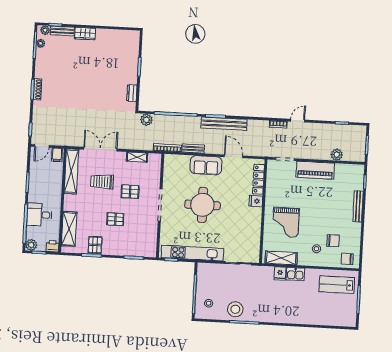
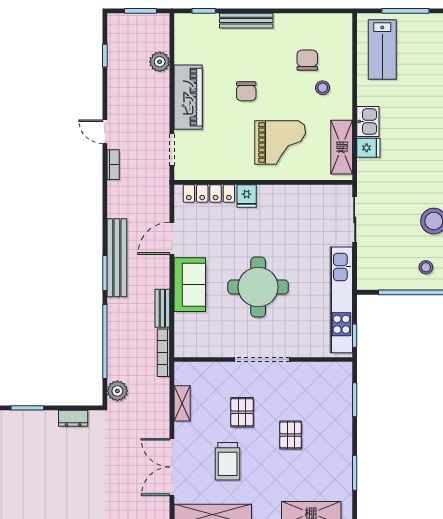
pallet: (95, 245) -> (336, 467), removed
chair: (347, 259) -> (246, 91), moved

